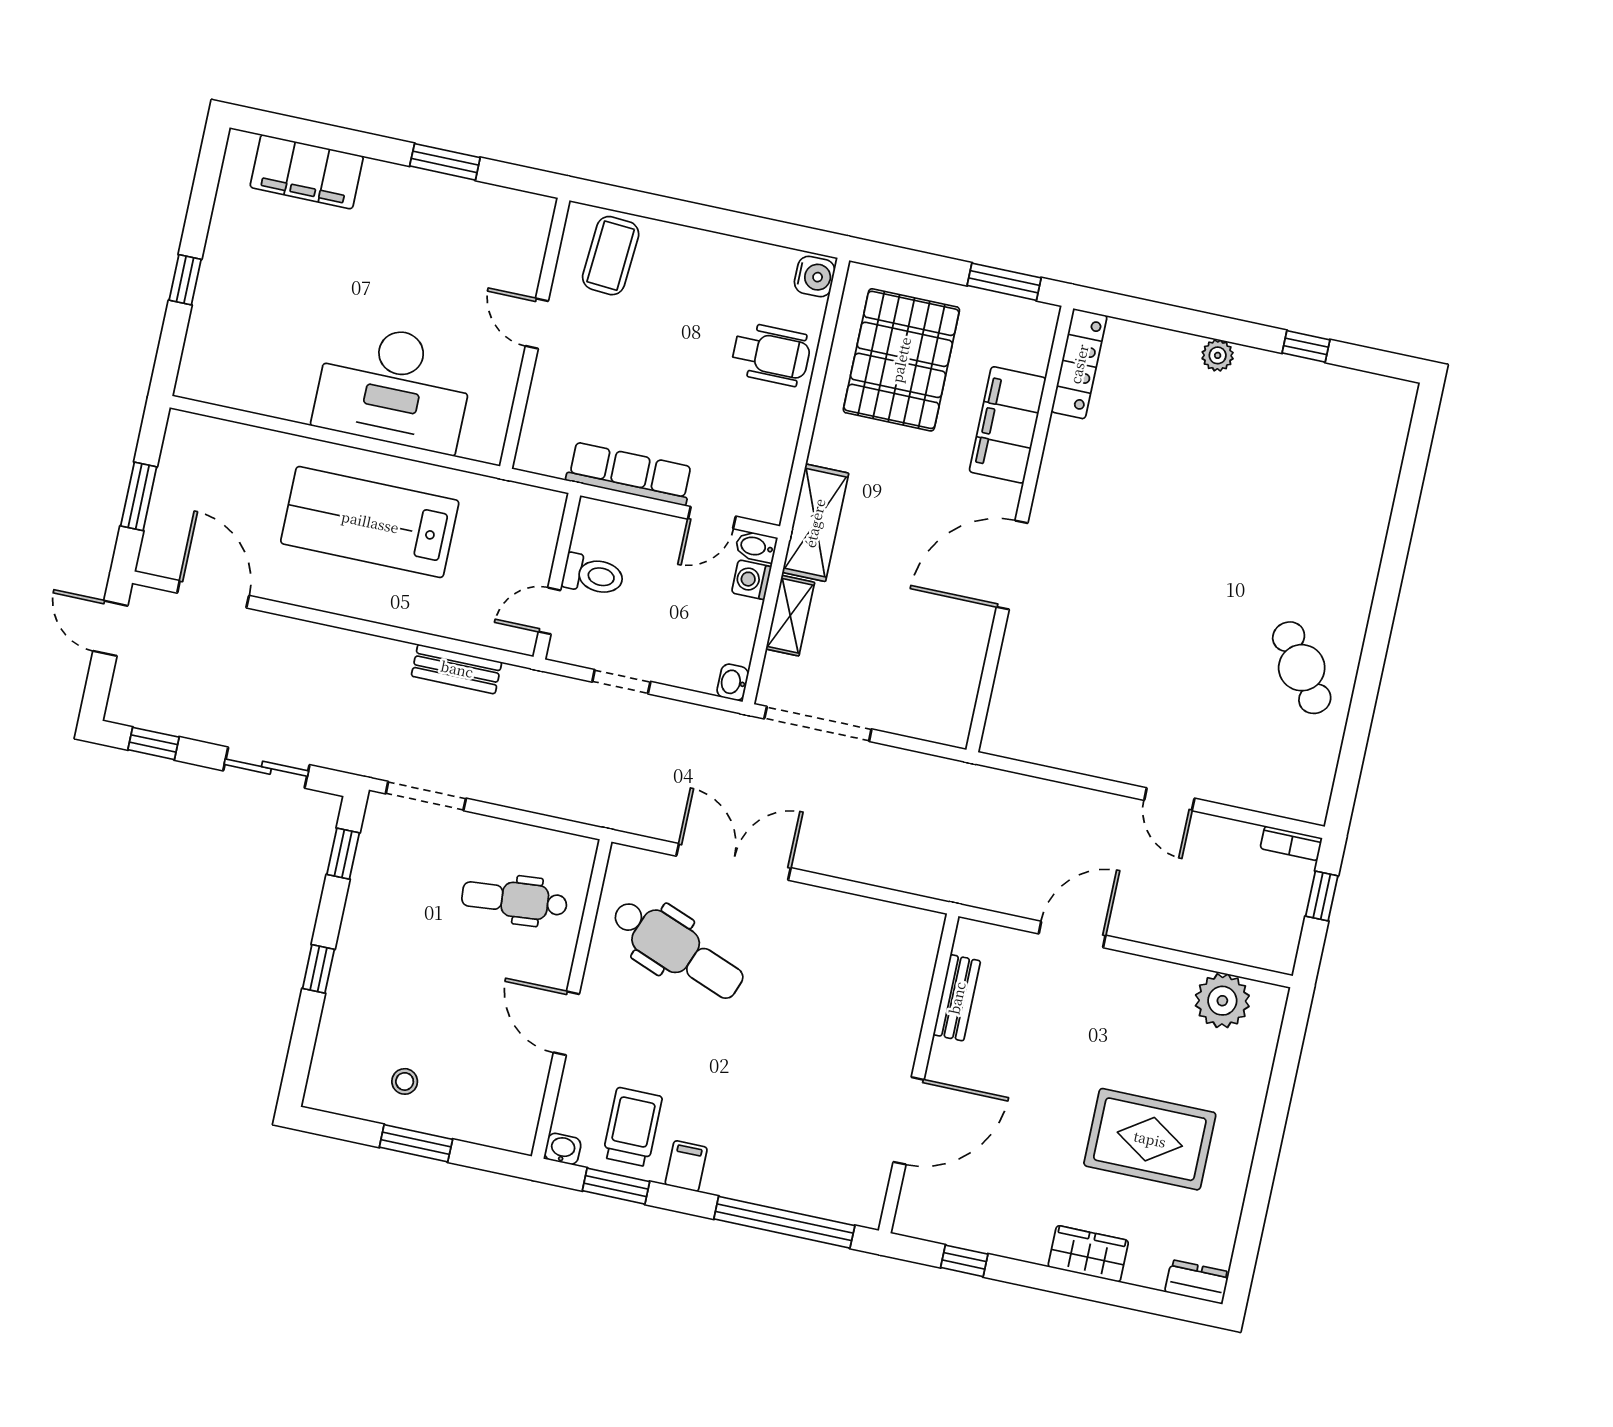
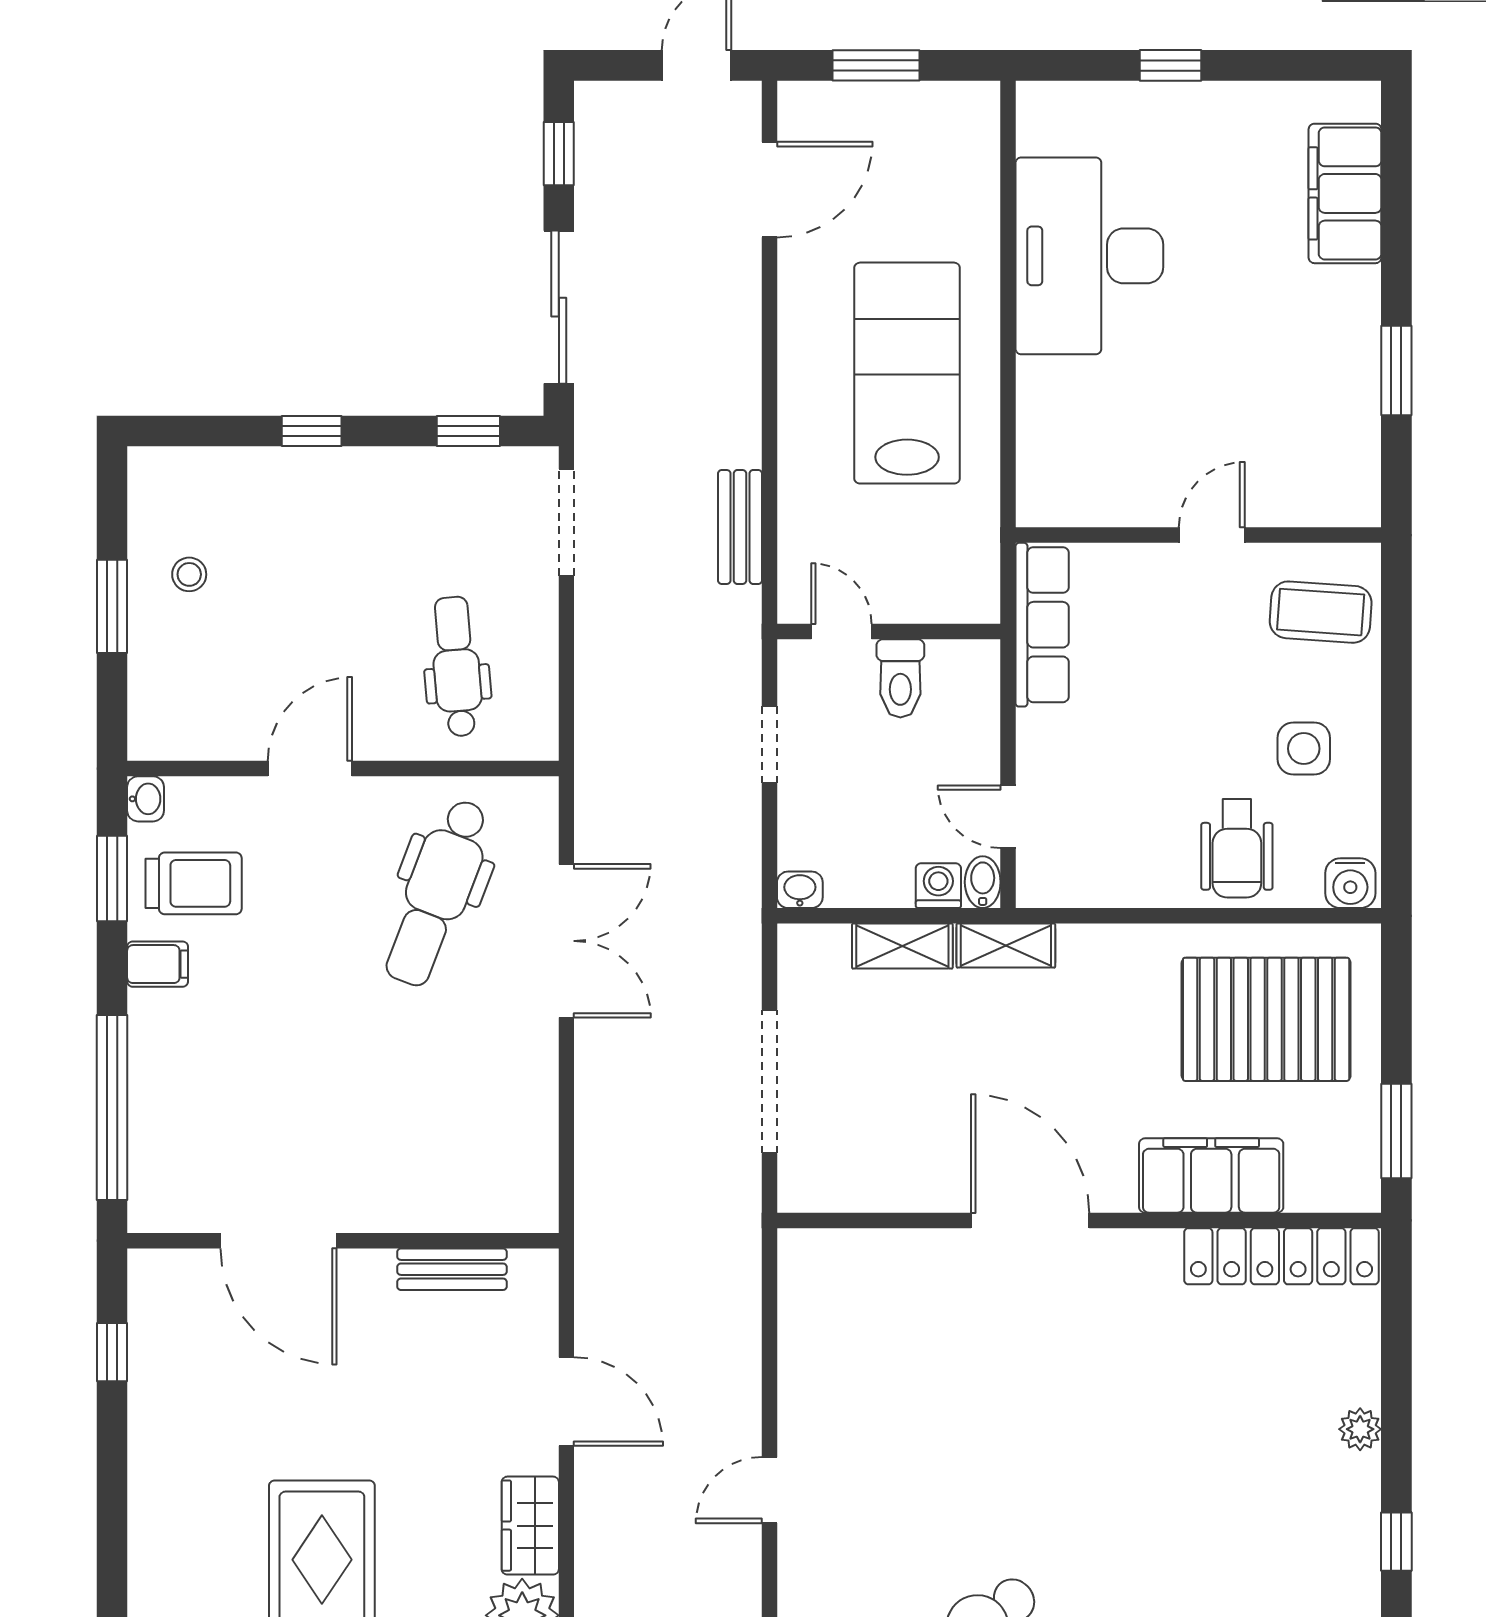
side table: (708, 289) -> (1304, 749), added
locker: (1079, 364) -> (1281, 1256), width x1.41, depth x1.21
desk: (394, 387) -> (1089, 256), moved
row of seats: (630, 474) -> (1042, 625), moved
shelving: (815, 523) -> (1006, 946), width x0.67, depth x0.75
doorway: (818, 724) -> (769, 1082), moved
sliding door: (266, 768) -> (559, 307), width x1.37
wardrobe: (1088, 1254) -> (530, 1526), moved, turned 180

